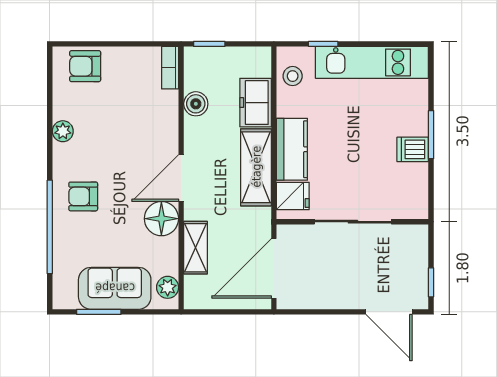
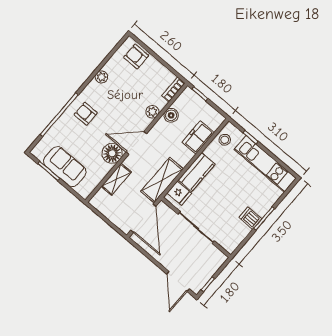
shelving: (256, 167) -> (162, 180), moved
door: (274, 268) -> (143, 218), swing flipped
plant: (168, 287) -> (152, 112), moved

